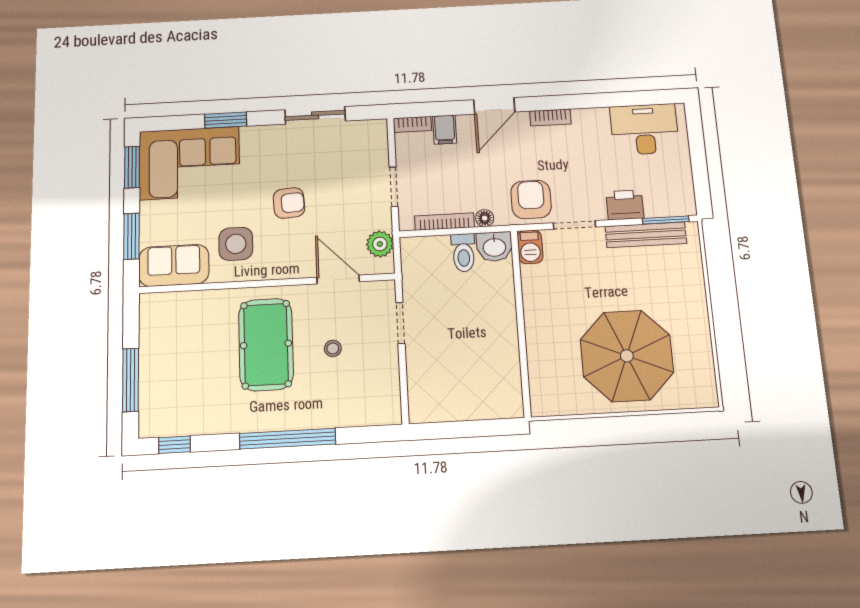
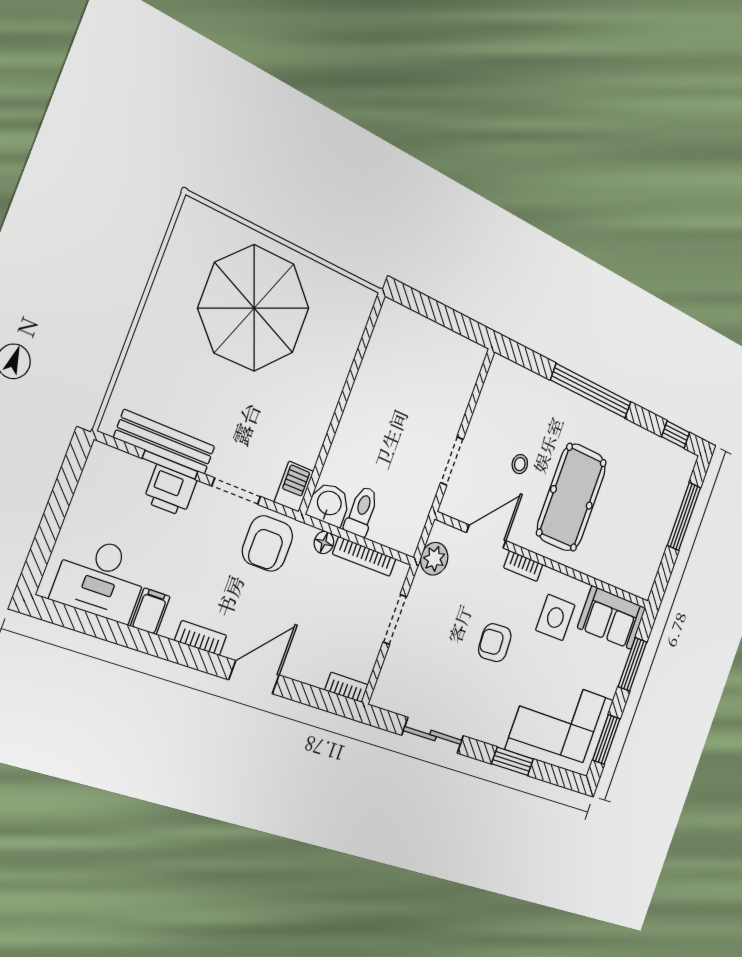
filing cabinet: (445, 130) -> (150, 611), moved
window: (666, 220) -> (170, 465), moved
bookcase: (289, 271) -> (523, 566), added
door: (338, 280) -> (486, 537), swing flipped

